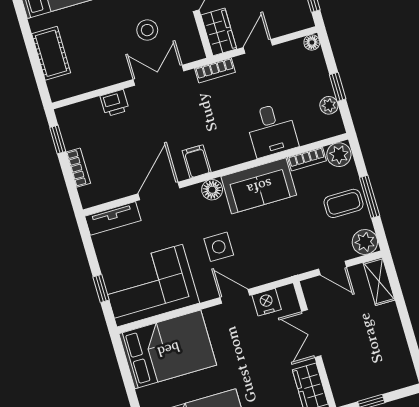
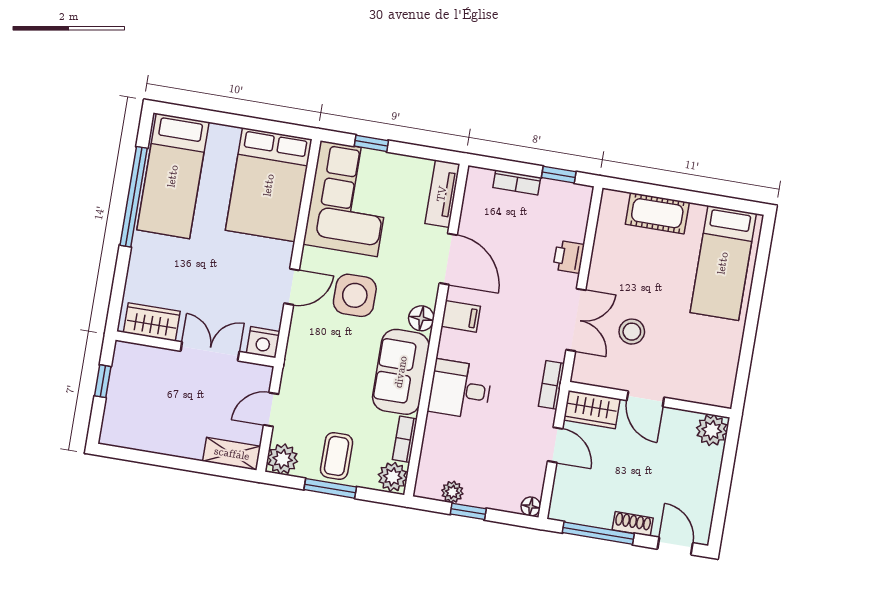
desk: (272, 130) -> (460, 389), moved
side table: (219, 247) -> (355, 295), width x1.37, depth x1.37
nightstand: (267, 302) -> (263, 342), moved, turned 90

